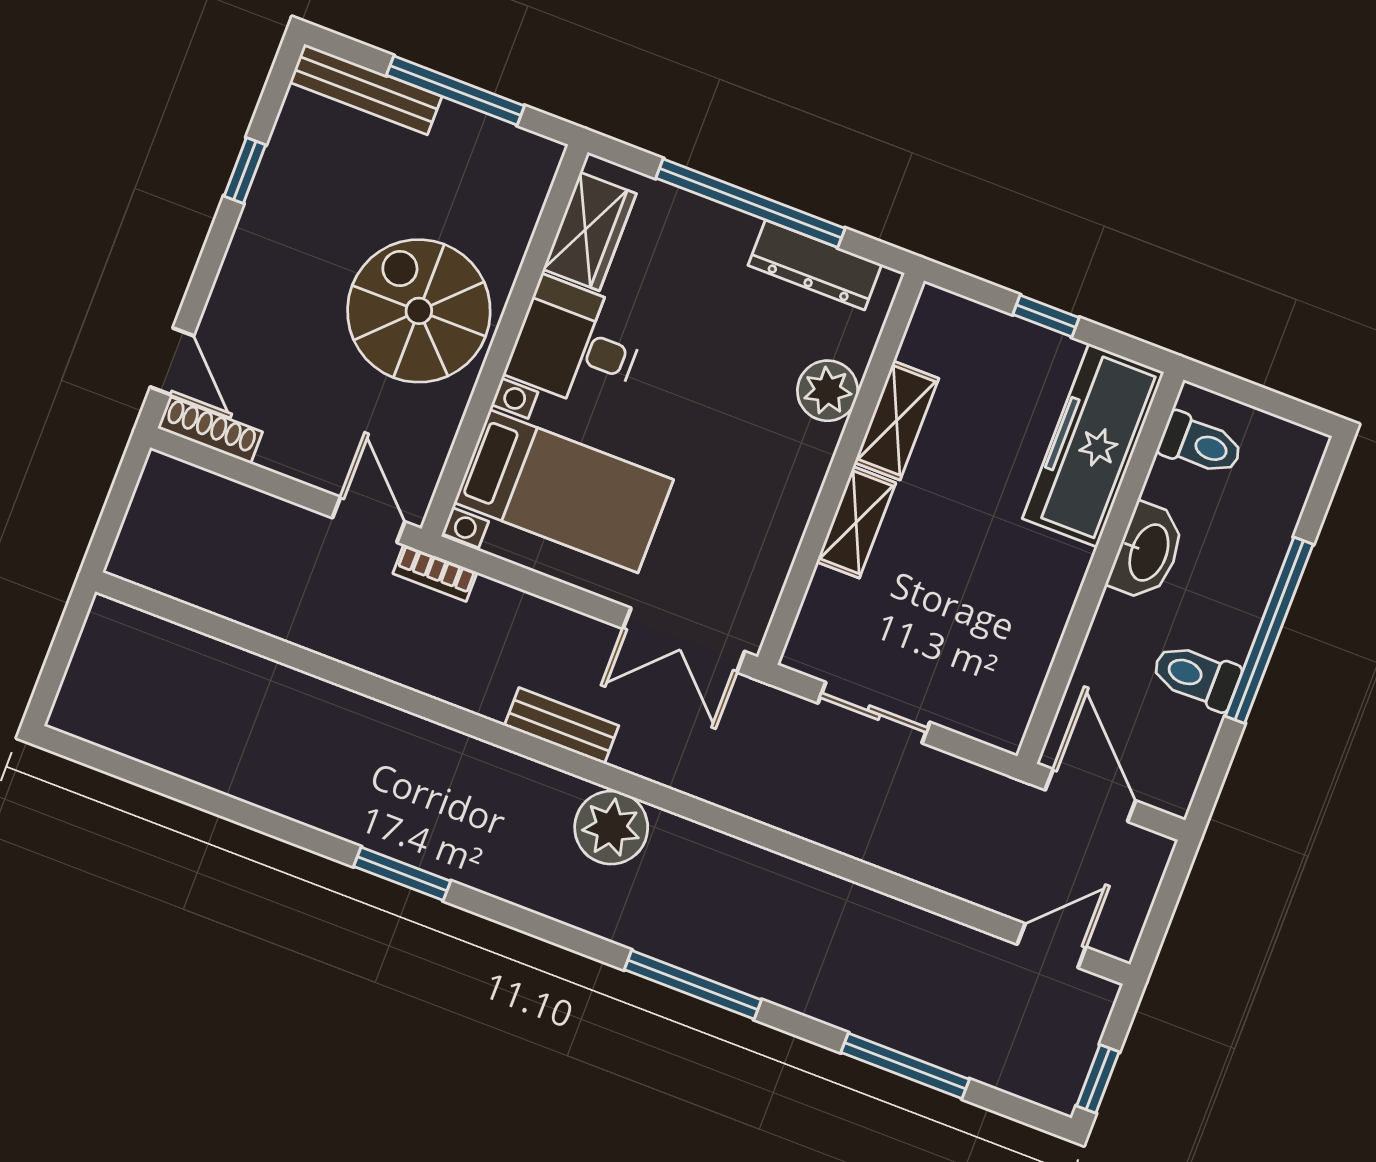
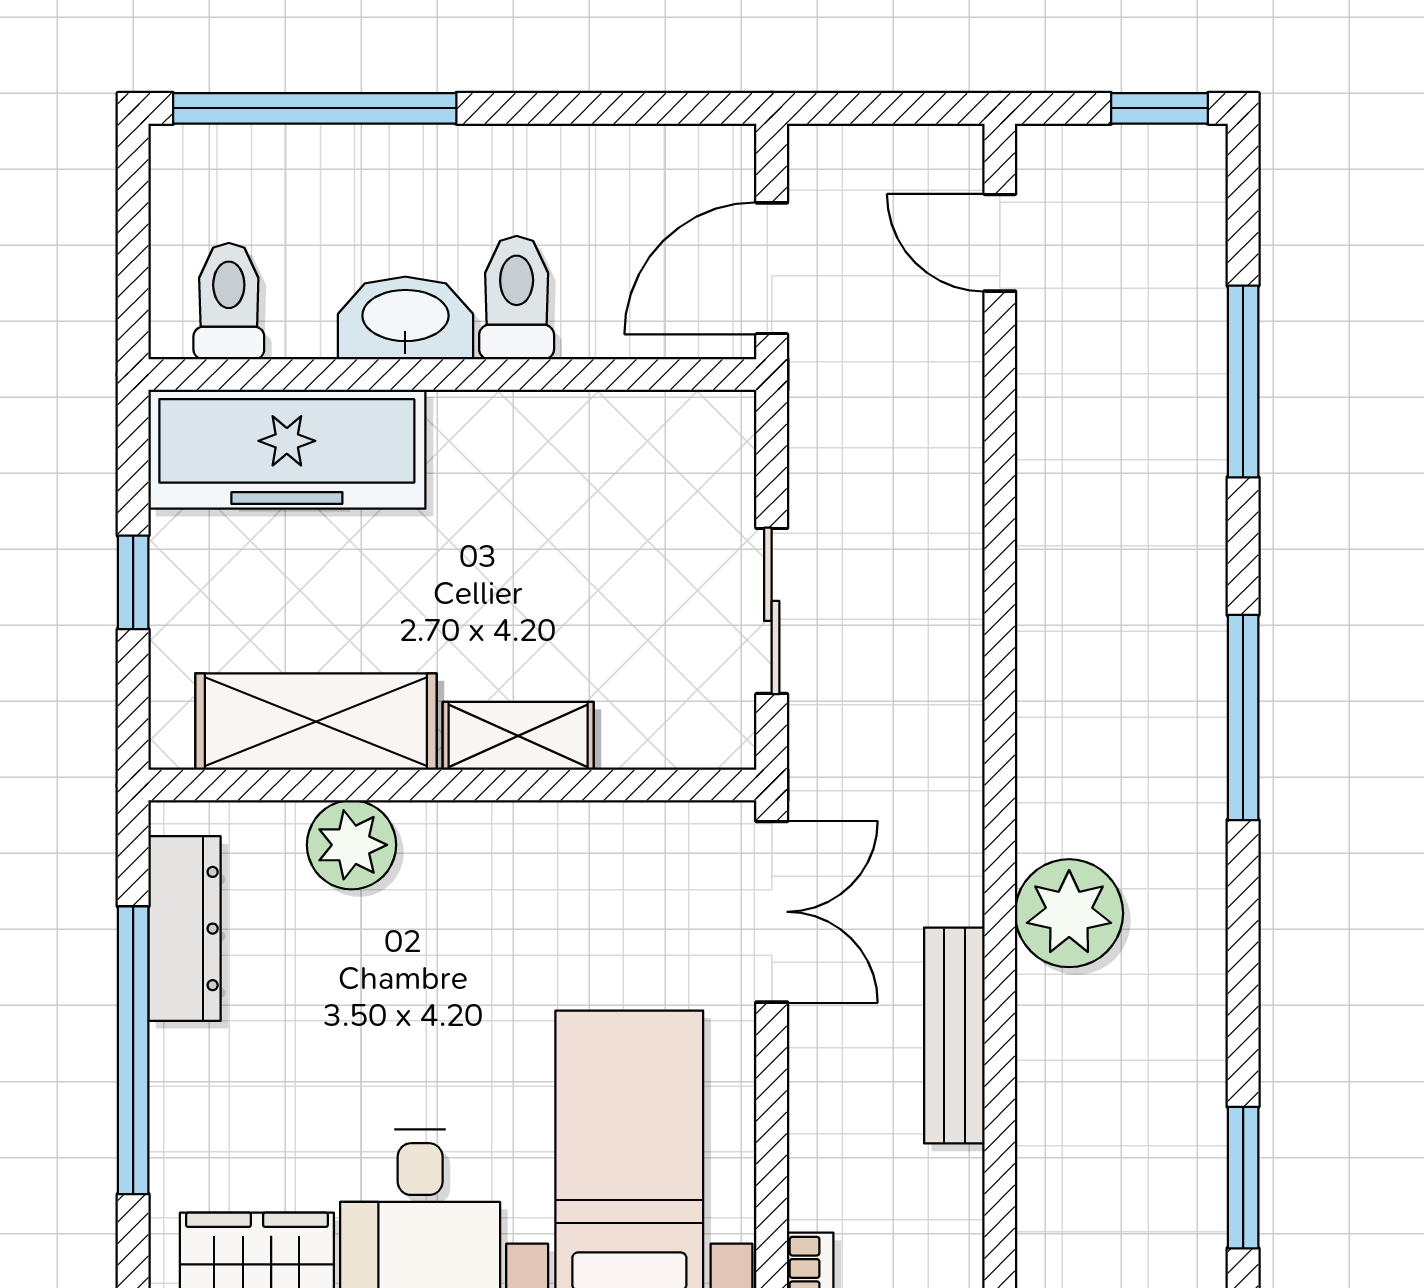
shelving: (897, 420) -> (316, 722), width x1.50, depth x1.33
window: (1269, 630) -> (315, 108), moved
toilet: (1196, 676) -> (517, 298), moved, turned 180
bench: (562, 726) -> (954, 1036), width x1.36

